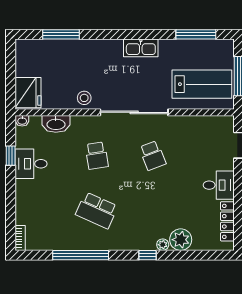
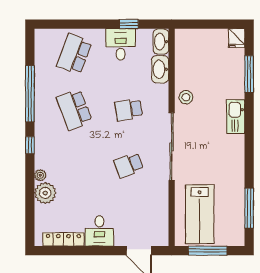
kitchen sink: (141, 48) -> (236, 117), moved
fridge: (28, 93) -> (237, 38), moved, width x0.53, depth x0.75
washbasin: (22, 121) -> (161, 42), width x1.91, depth x1.45
school desk: (41, 210) -> (74, 54), added
school desk: (97, 210) -> (74, 110), turned -45
bookcase: (20, 238) -> (47, 34), removed
window: (147, 255) -> (30, 145), moved

